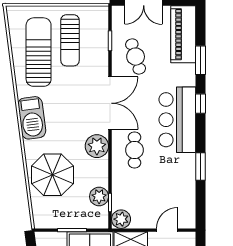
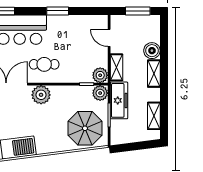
parasol: (52, 175) -> (85, 128), moved
plant: (99, 197) -> (100, 93), moved

